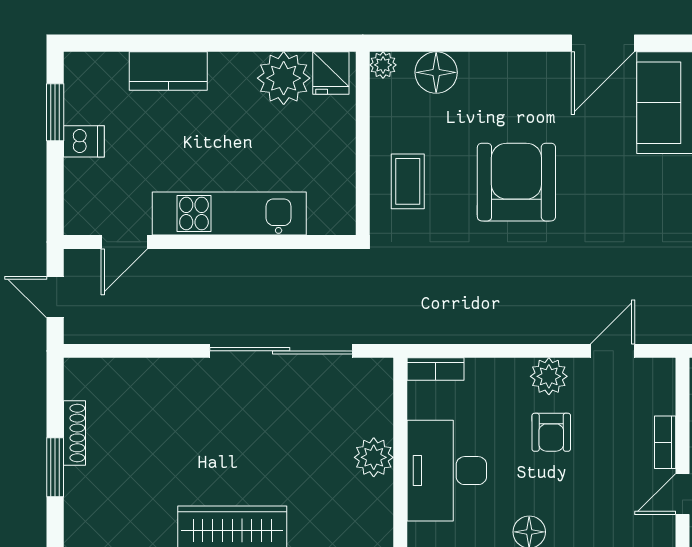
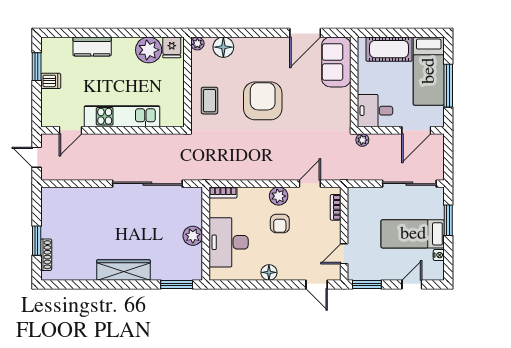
shoe rack: (74, 433) -> (46, 255), moved
bookcase: (665, 442) -> (336, 207), moved

